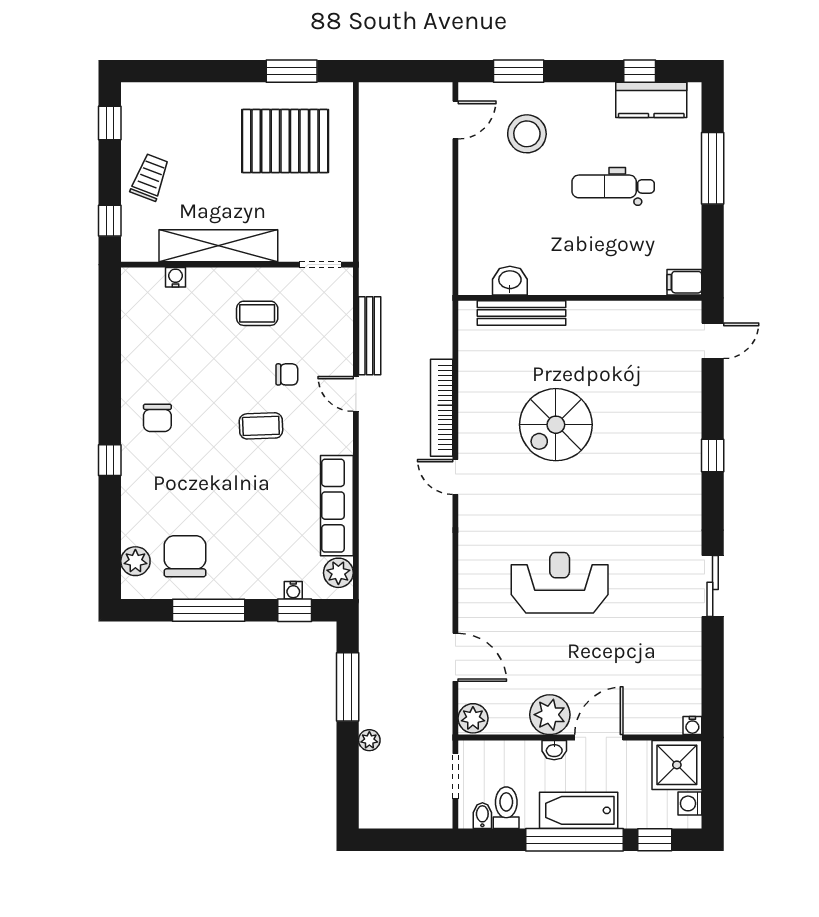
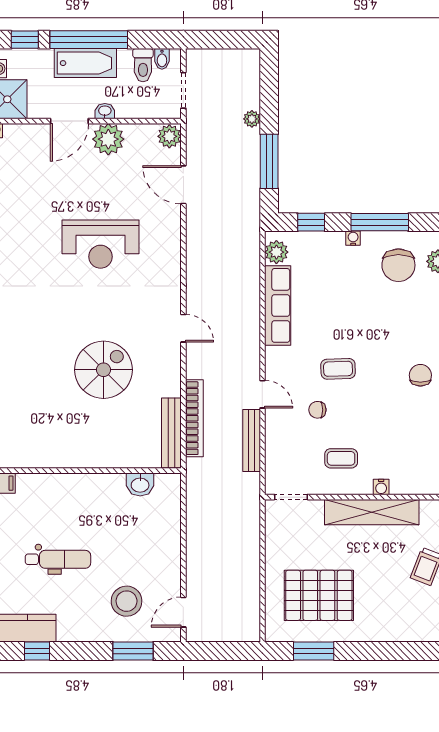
water cooler: (175, 277) -> (381, 487), moved
bench: (522, 313) -> (171, 433), moved, turned 90
bookcase: (442, 408) -> (194, 418), moved
water cooler: (293, 590) -> (353, 238), moved

